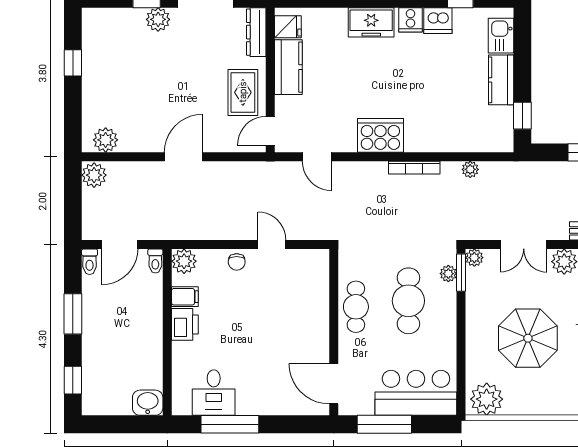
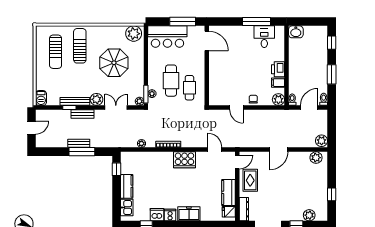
plant: (158, 19) -> (309, 215), moved
cafe table: (356, 307) -> (189, 88), moved

